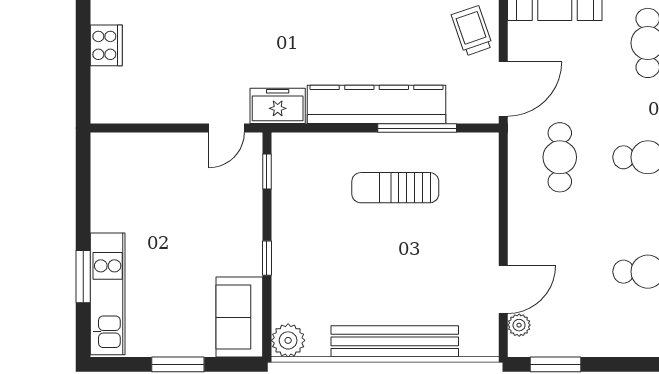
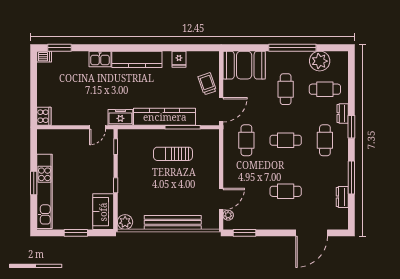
cooker: (106, 45) -> (44, 116), moved
window: (83, 277) -> (34, 183), moved
kitchen unit: (108, 294) -> (44, 191), width x1.36

